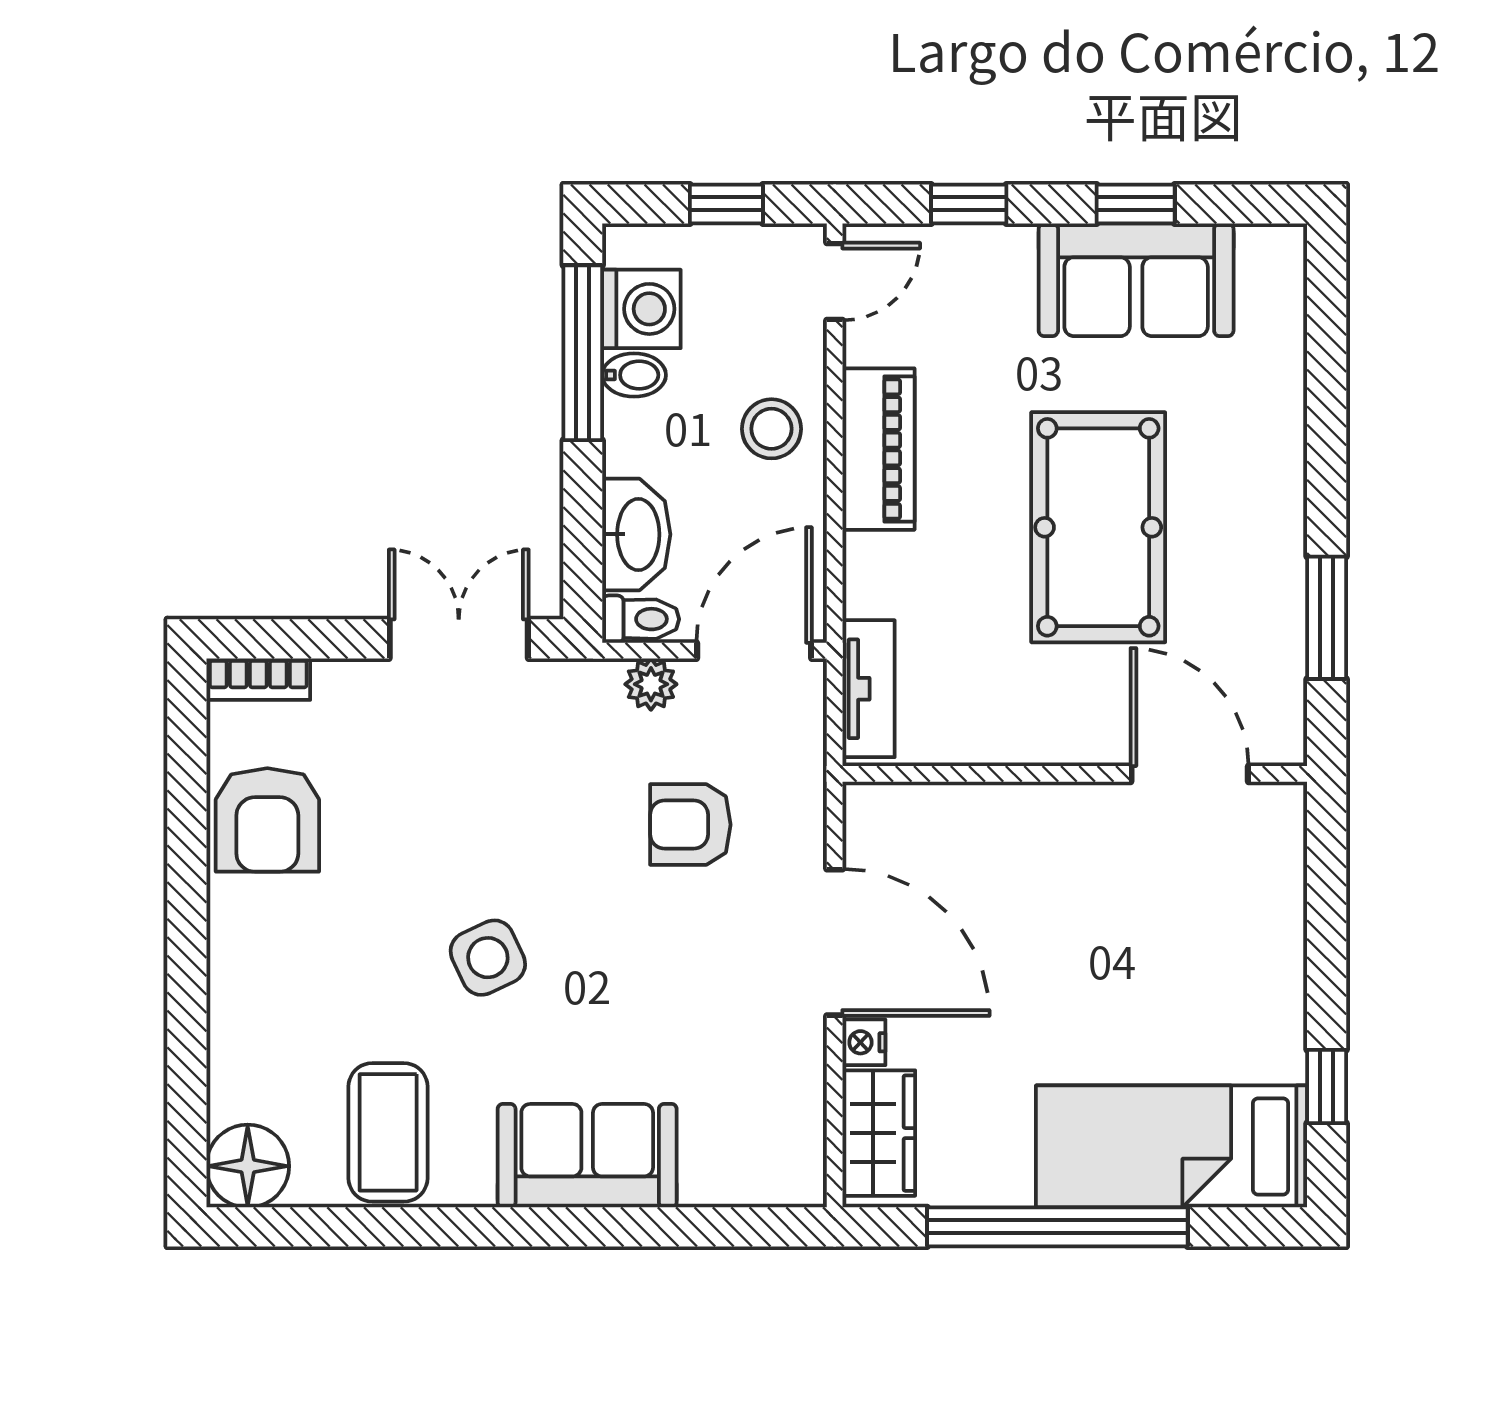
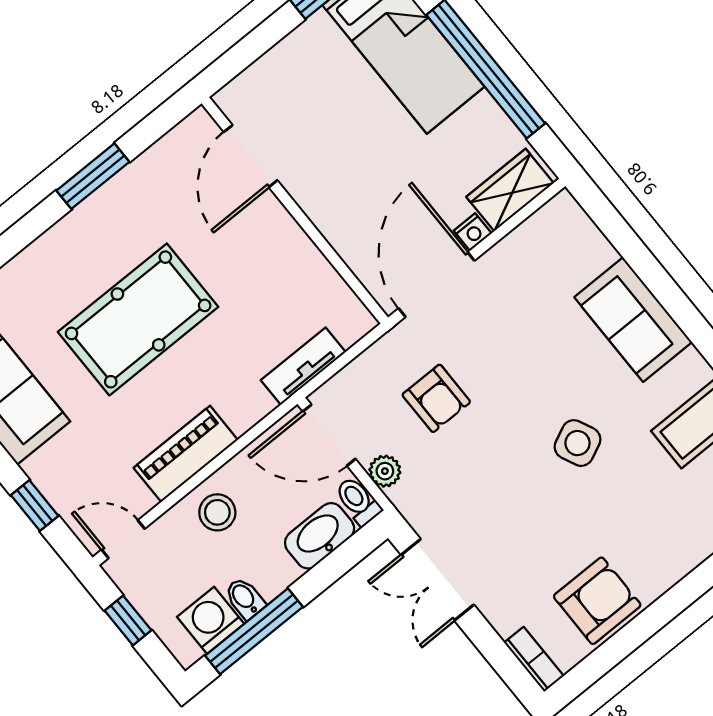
wall: (1075, 774) -> (295, 210), moved
door: (1190, 774) -> (251, 156), moved

